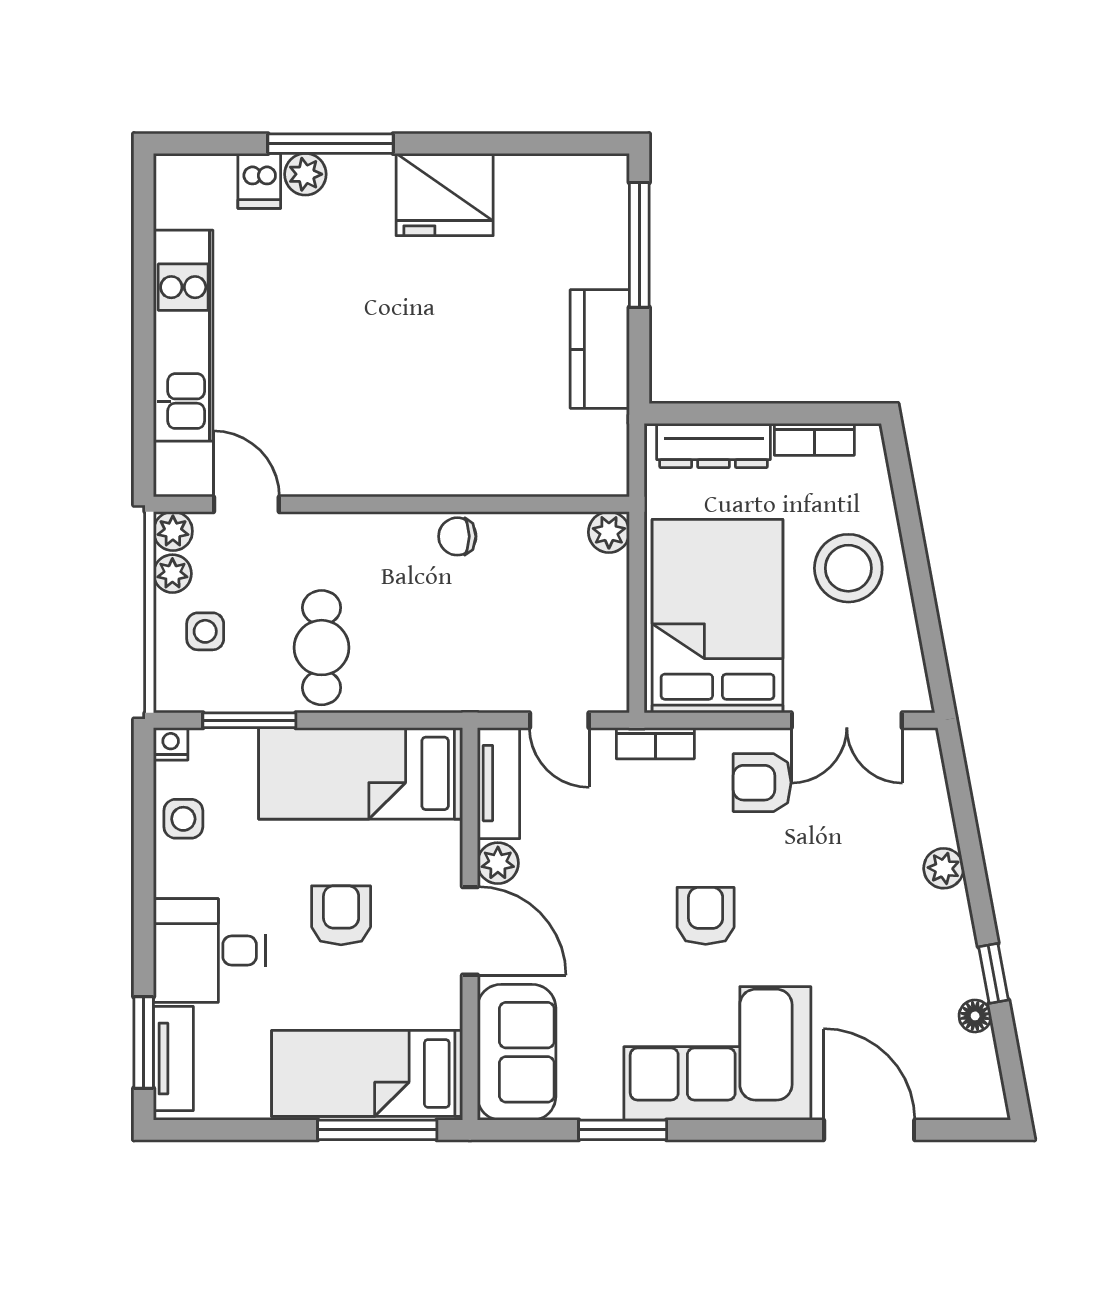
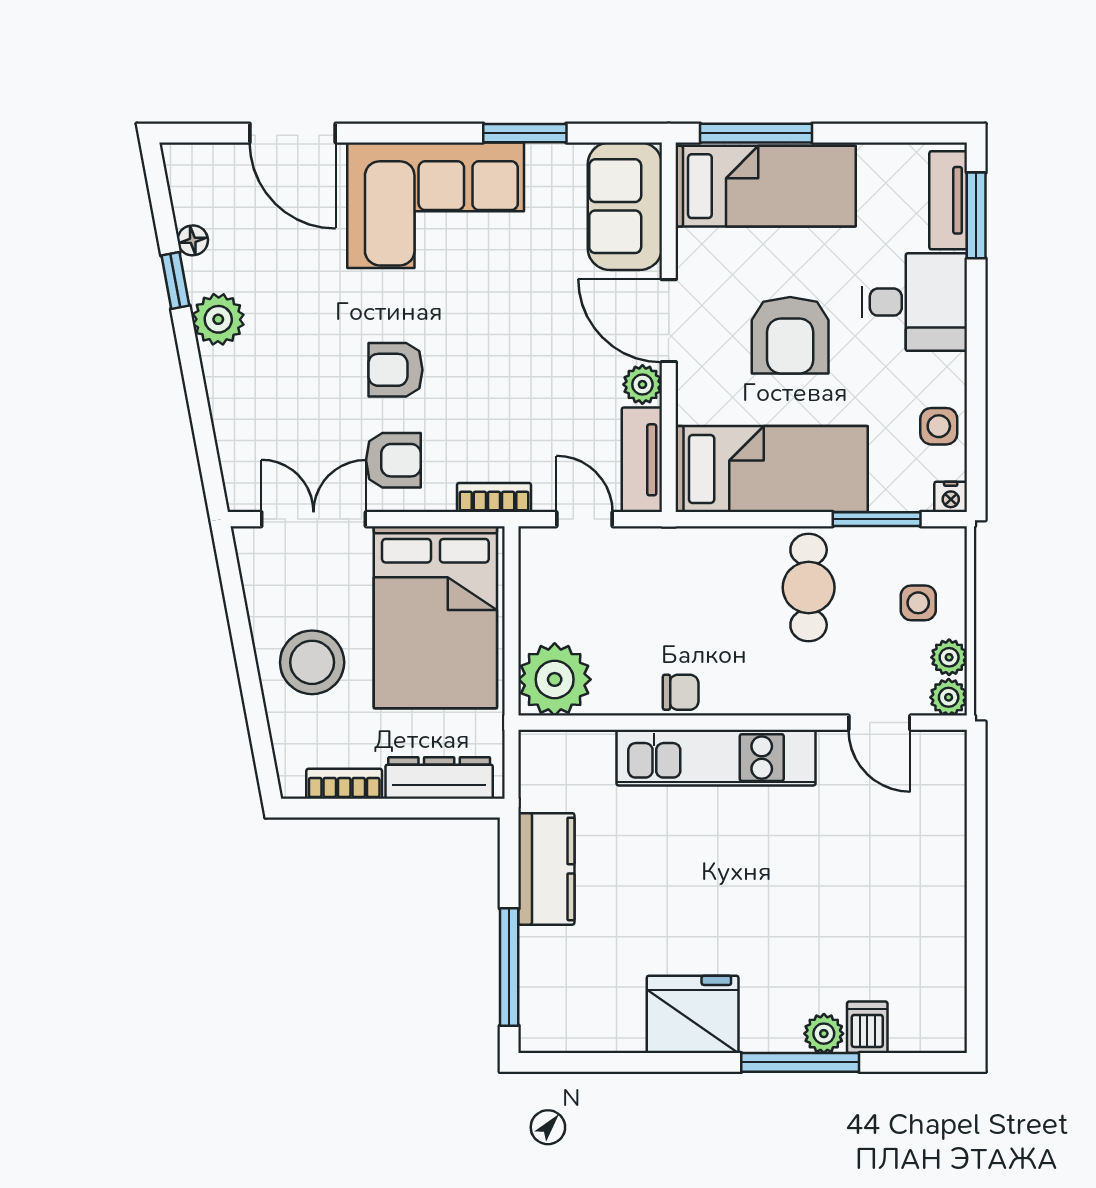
kitchen unit: (183, 336) -> (716, 758), moved, turned -90
plant: (609, 532) -> (555, 679), width x1.87, depth x1.87
plant: (944, 868) -> (218, 319), moved, width x1.38, depth x1.38
armchair: (341, 915) -> (790, 335), width x1.38, depth x1.38
armchair: (706, 916) -> (395, 370), moved, turned 90

